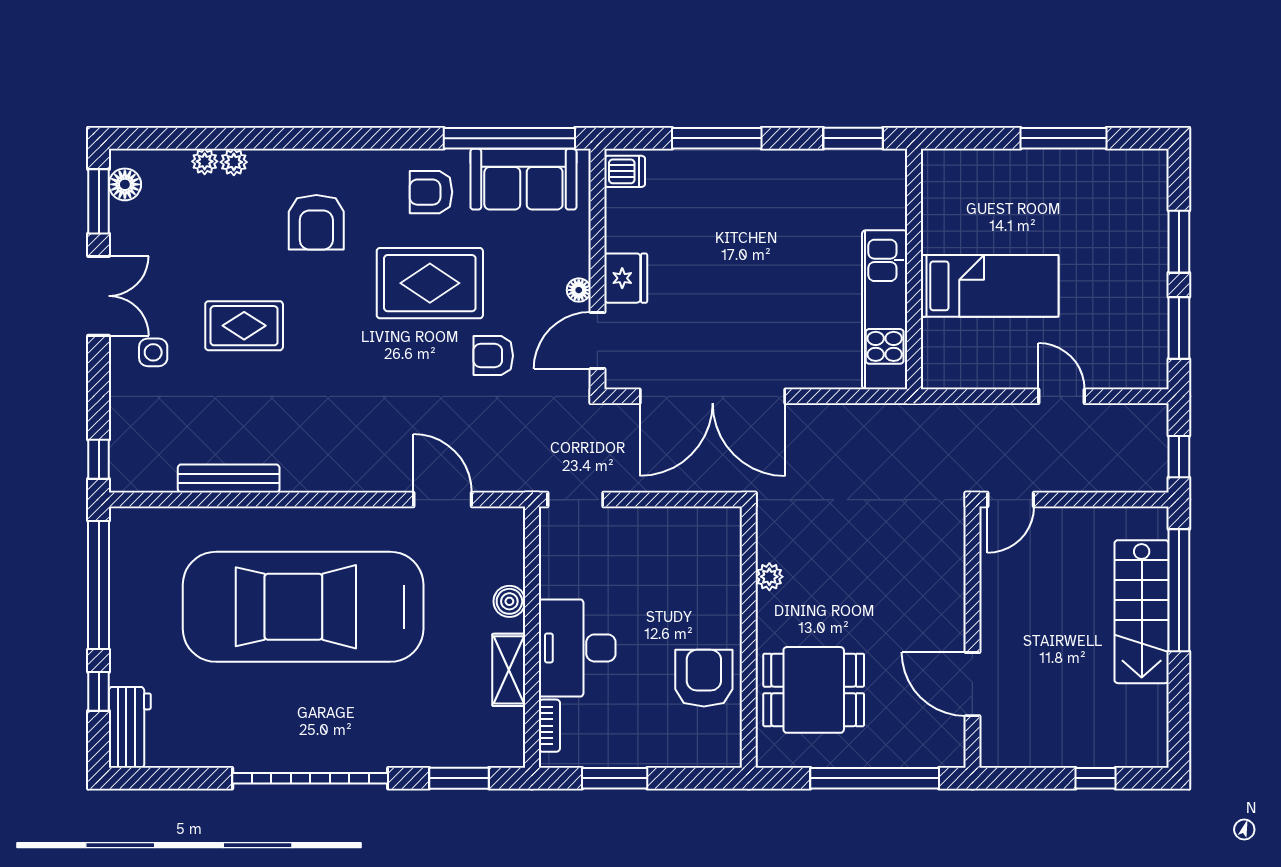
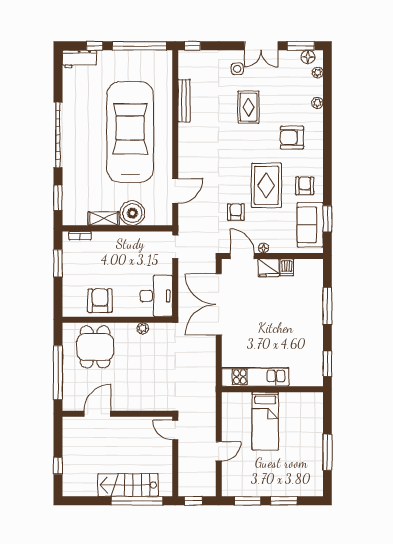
window: (509, 138) -> (327, 219), width x0.47
plant: (205, 161) -> (318, 73), moved
dishwasher: (625, 171) -> (287, 267), moved
boiler: (509, 601) -> (132, 213), width x1.86, depth x1.86
desk: (577, 648) -> (156, 296), moved, turned 90
armchair: (704, 678) -> (100, 301), turned -90

